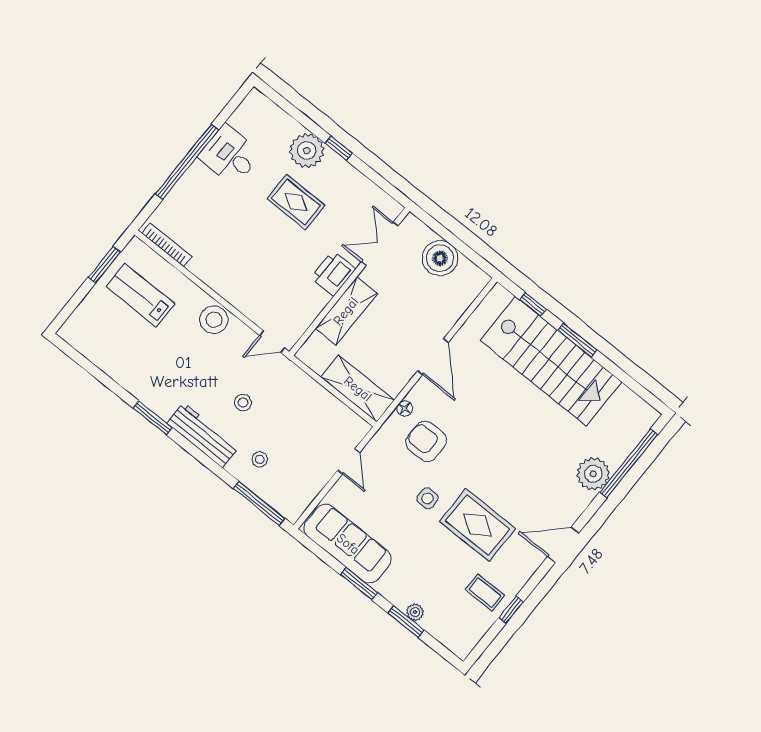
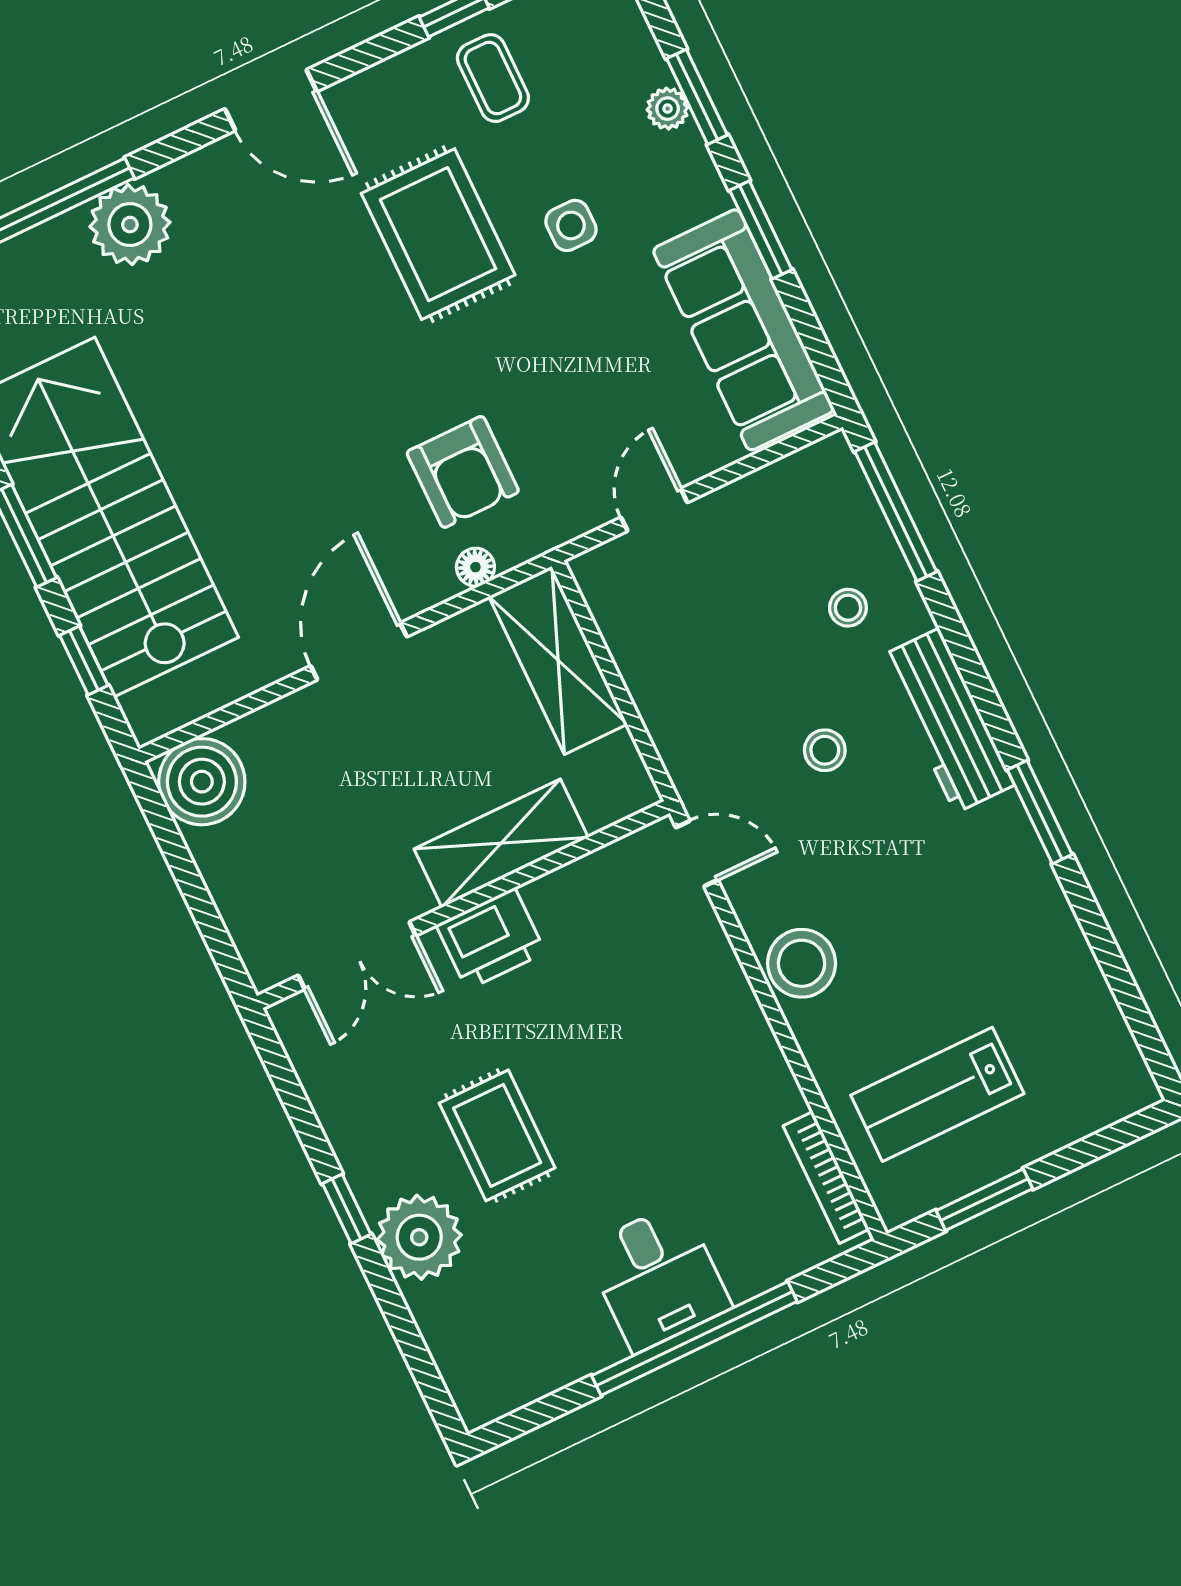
desk: (230, 155) -> (658, 1277), moved
boiler: (440, 258) -> (202, 782), moved
lab bench: (140, 295) -> (937, 1094), turned 90
side table: (427, 498) -> (571, 225), moved

